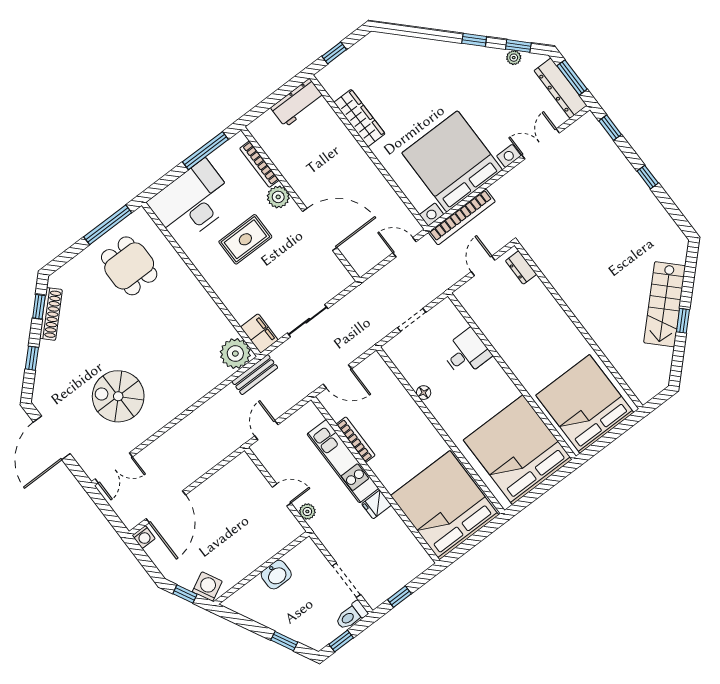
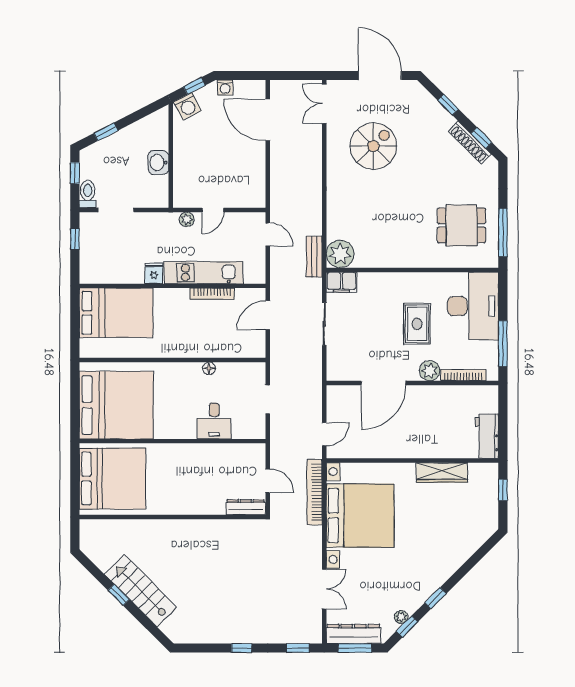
dresser: (521, 268) -> (246, 507), width x1.44
bed: (445, 505) -> (116, 313), width x0.73
washing machine: (144, 537) -> (225, 87), moved, turned -90

